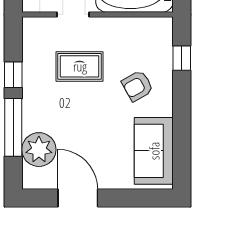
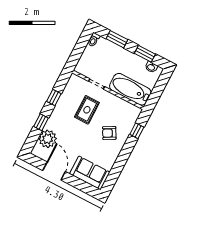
rug: (80, 66) -> (87, 110), turned 90
window: (13, 127) -> (41, 122), width x0.46
sofa: (154, 151) -> (90, 173), moved, turned 90

